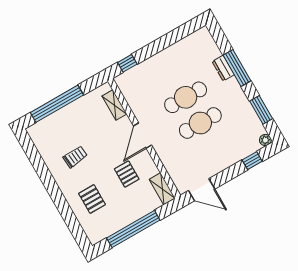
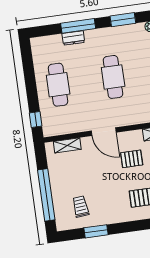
cafe table: (186, 97) -> (58, 85), moved
trolley: (75, 157) -> (81, 207), moved
window: (41, 168) -> (96, 231), added

